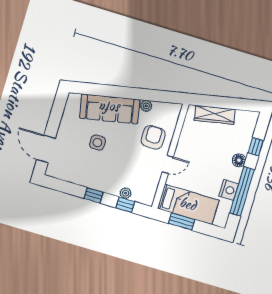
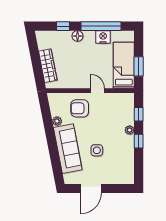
door: (46, 149) -> (91, 189), moved
plant: (126, 193) -> (130, 130), moved

